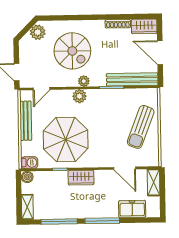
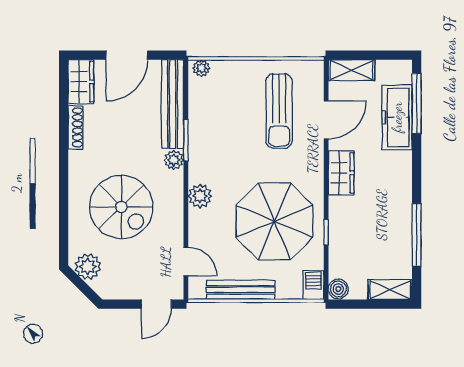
spiral stairs: (72, 51) -> (121, 207), turned 90
plant: (84, 81) -> (174, 160), moved
plant: (153, 96) -> (201, 68), added
sun lounger: (141, 127) -> (279, 111), moved, turned 69
wardrobe: (81, 178) -> (341, 173), moved
freezer: (132, 209) -> (397, 117), width x1.40
window: (102, 221) -> (417, 103), moved

